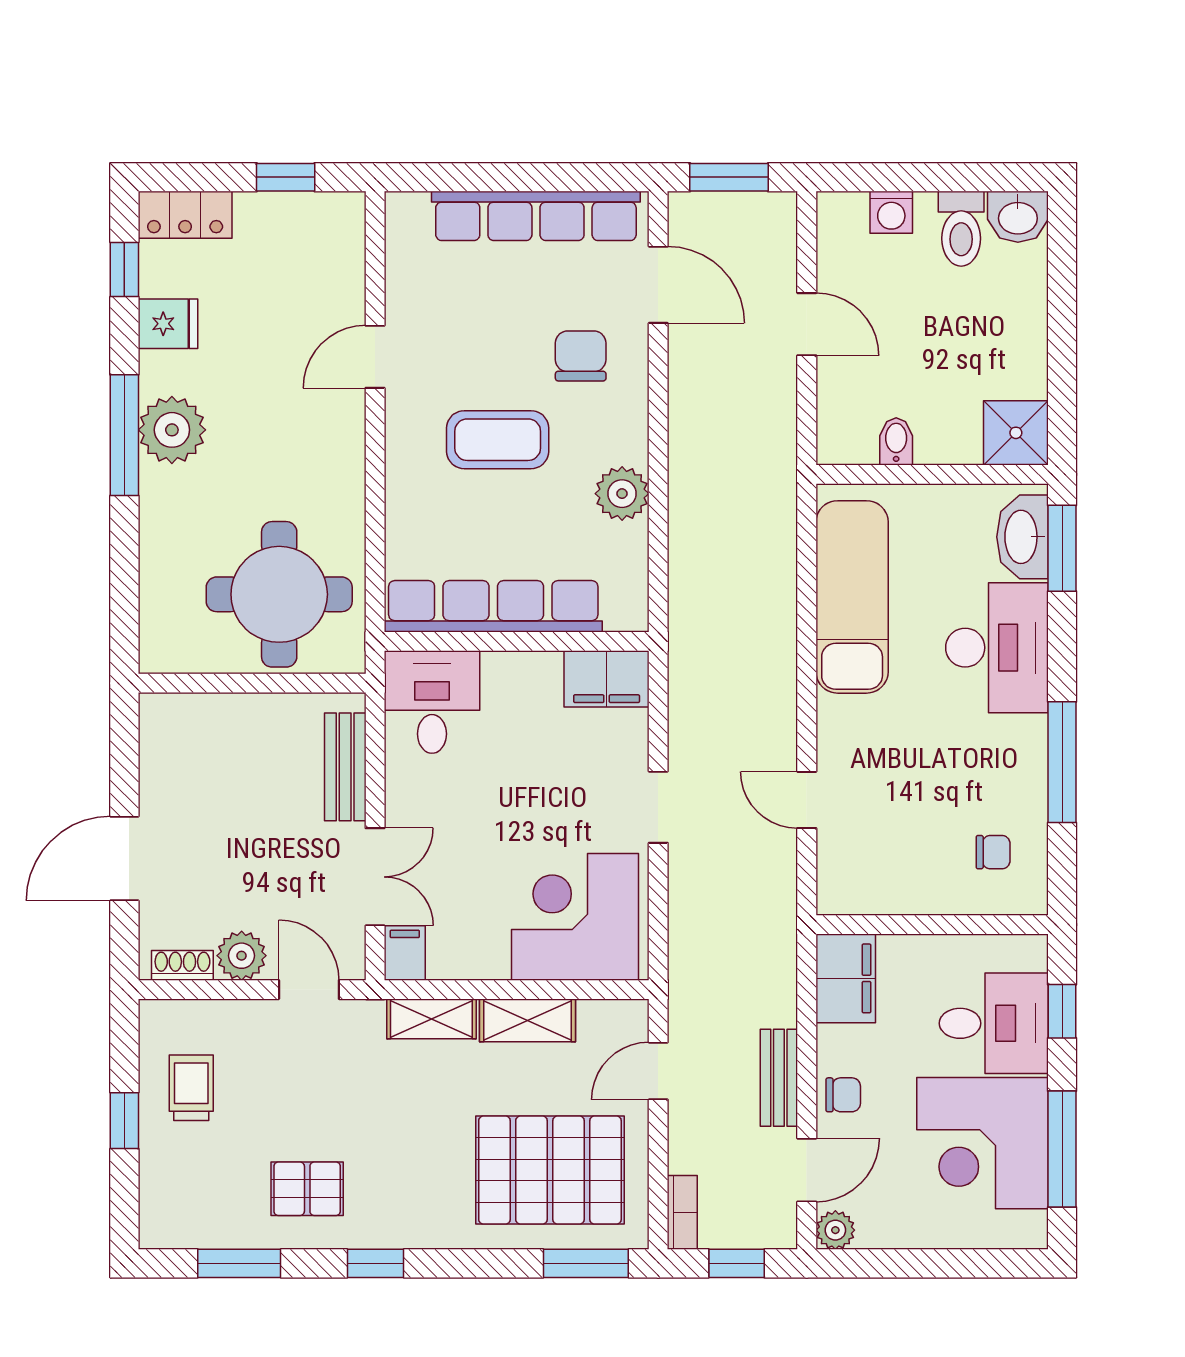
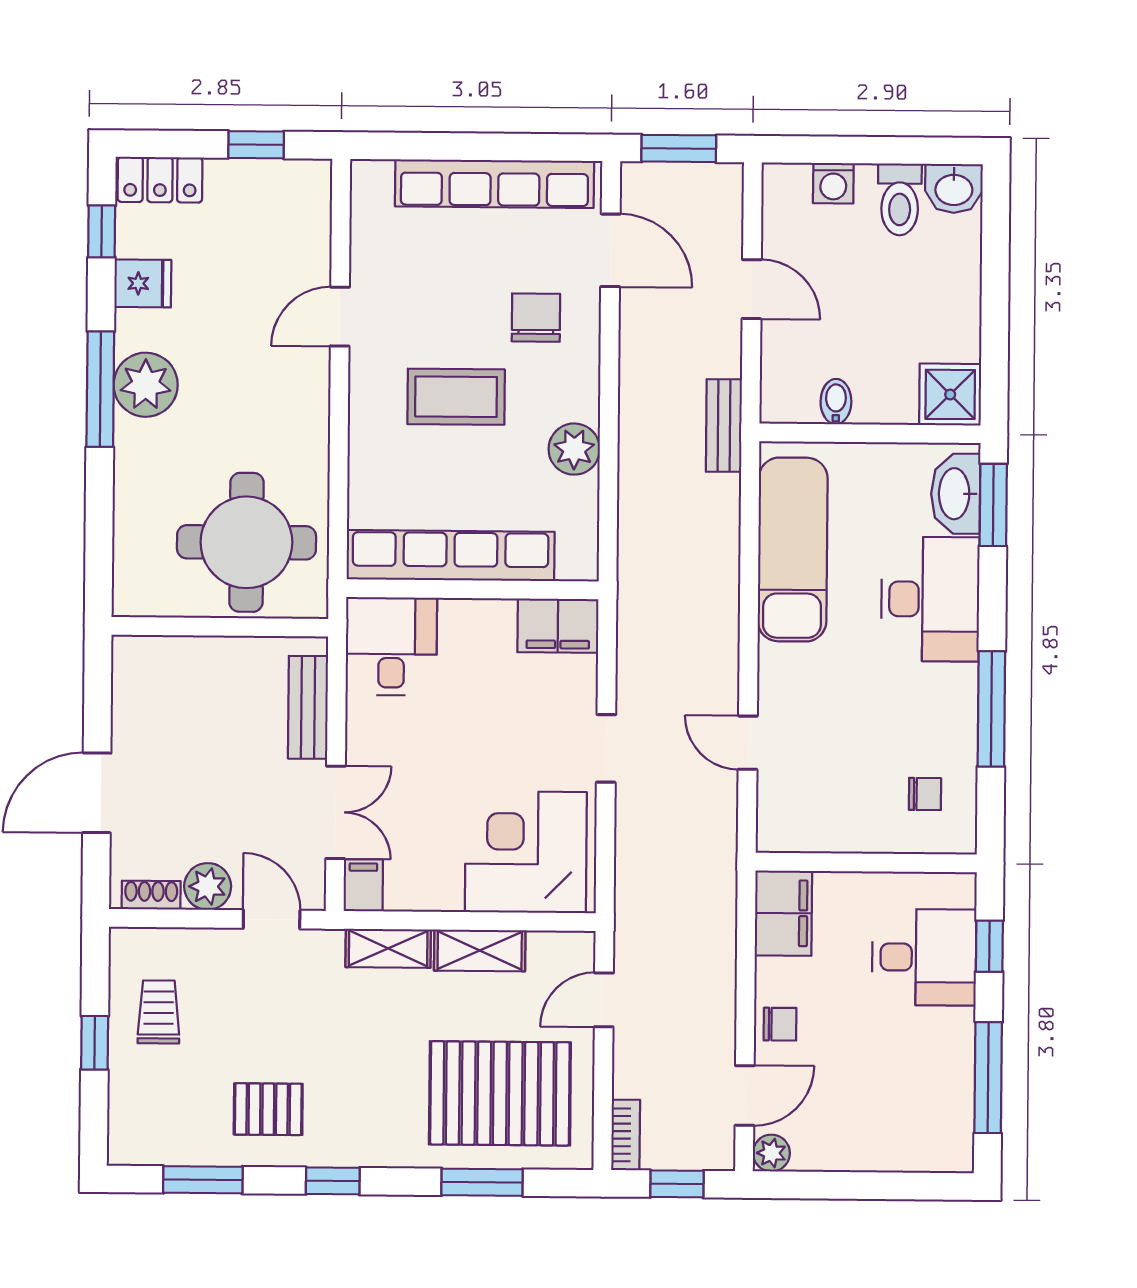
bench: (779, 1078) -> (724, 426), moved
corner desk: (982, 1143) -> (912, 1071), removed
window: (586, 1263) -> (482, 1182), moved

